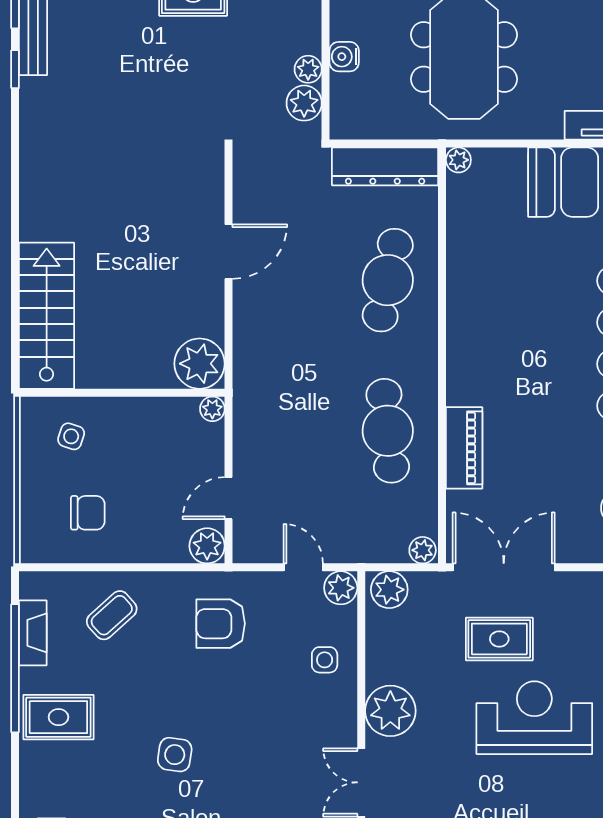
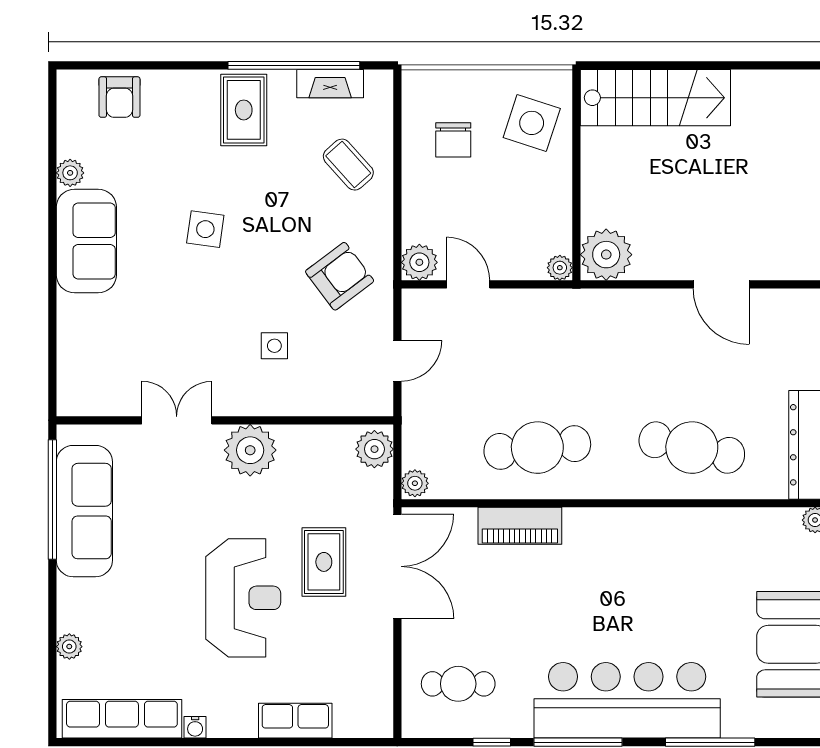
side table: (71, 436) -> (532, 123), width x1.87, depth x1.87
plant: (341, 588) -> (376, 399), removed
armchair: (221, 624) -> (340, 276), turned 53
side table: (325, 660) -> (274, 346), moved

